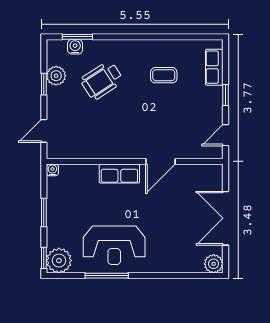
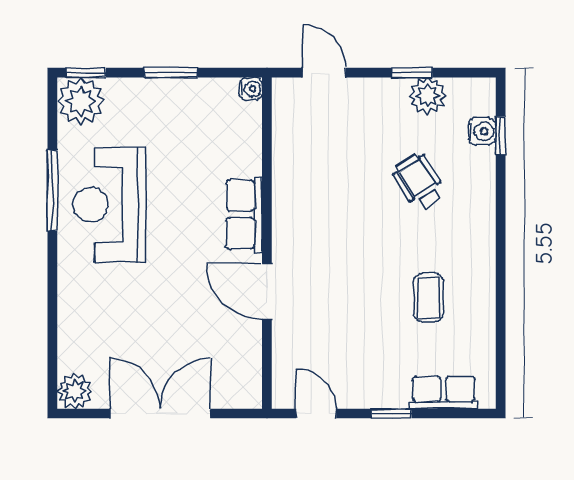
window: (77, 37) -> (501, 136), width x0.67
wheelchair: (102, 80) -> (419, 182), width x0.73, depth x0.73

